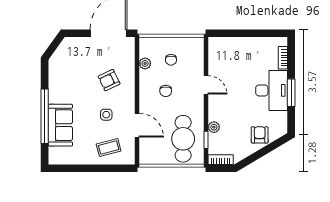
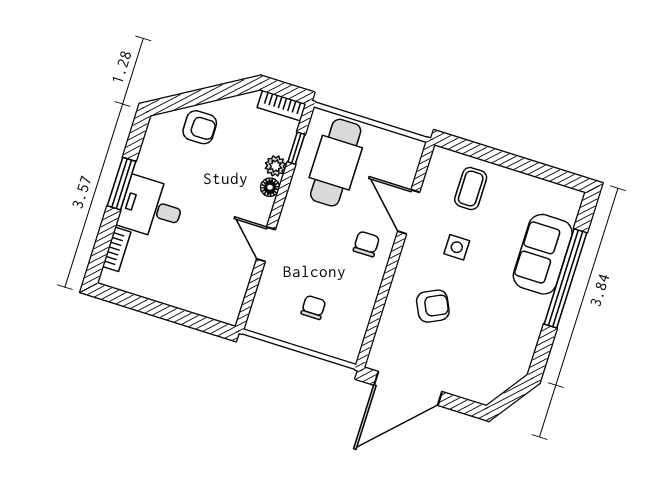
plant: (145, 63) -> (361, 315), removed
desk: (272, 90) -> (151, 208), width x0.73
chair: (166, 91) -> (366, 244), moved
floor lamp: (213, 115) -> (270, 187), added
armchair: (260, 135) -> (200, 127), turned -90
coffee table: (109, 147) -> (471, 189), turned -75

